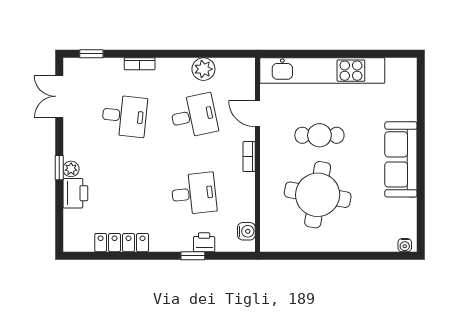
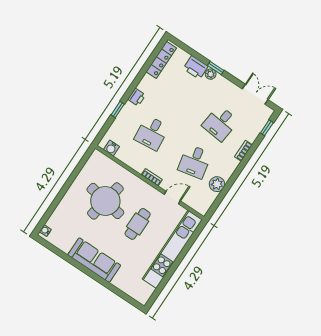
printer: (204, 242) -> (137, 97), moved
locker: (122, 243) -> (161, 60), moved

